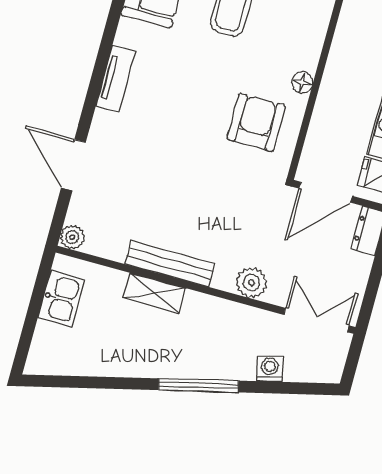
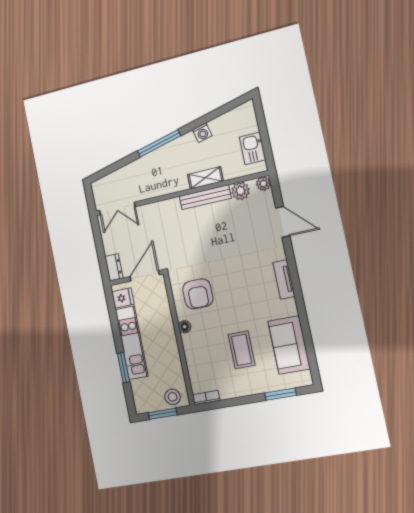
plant: (251, 283) -> (240, 191), moved
washing machine: (270, 369) -> (202, 133), moved

